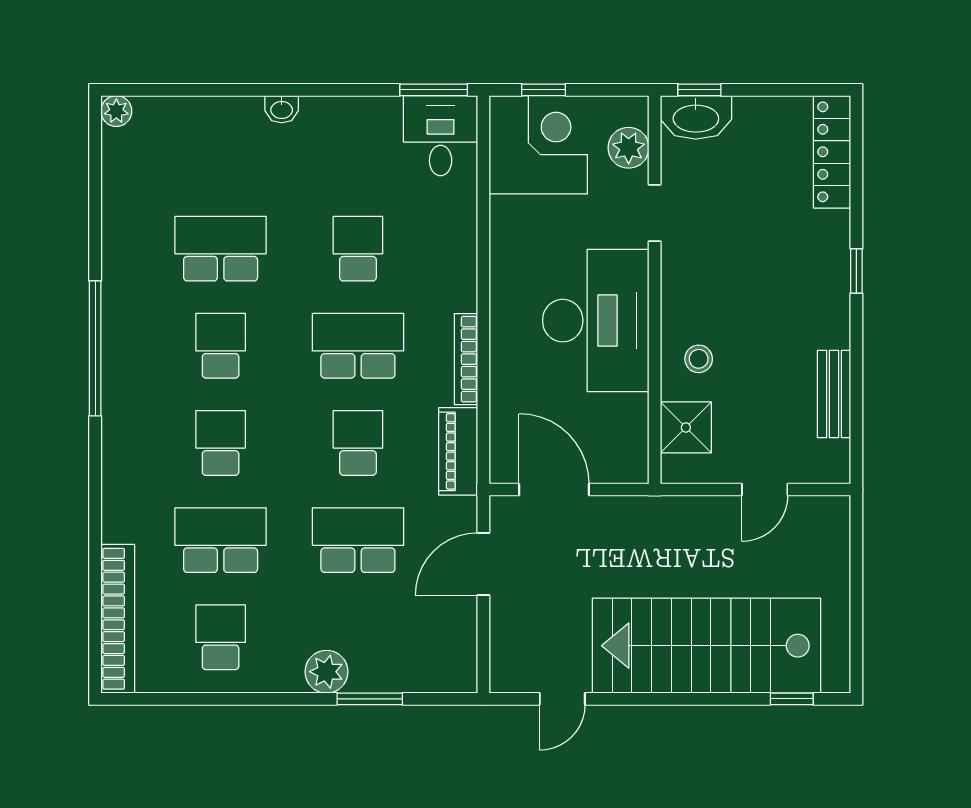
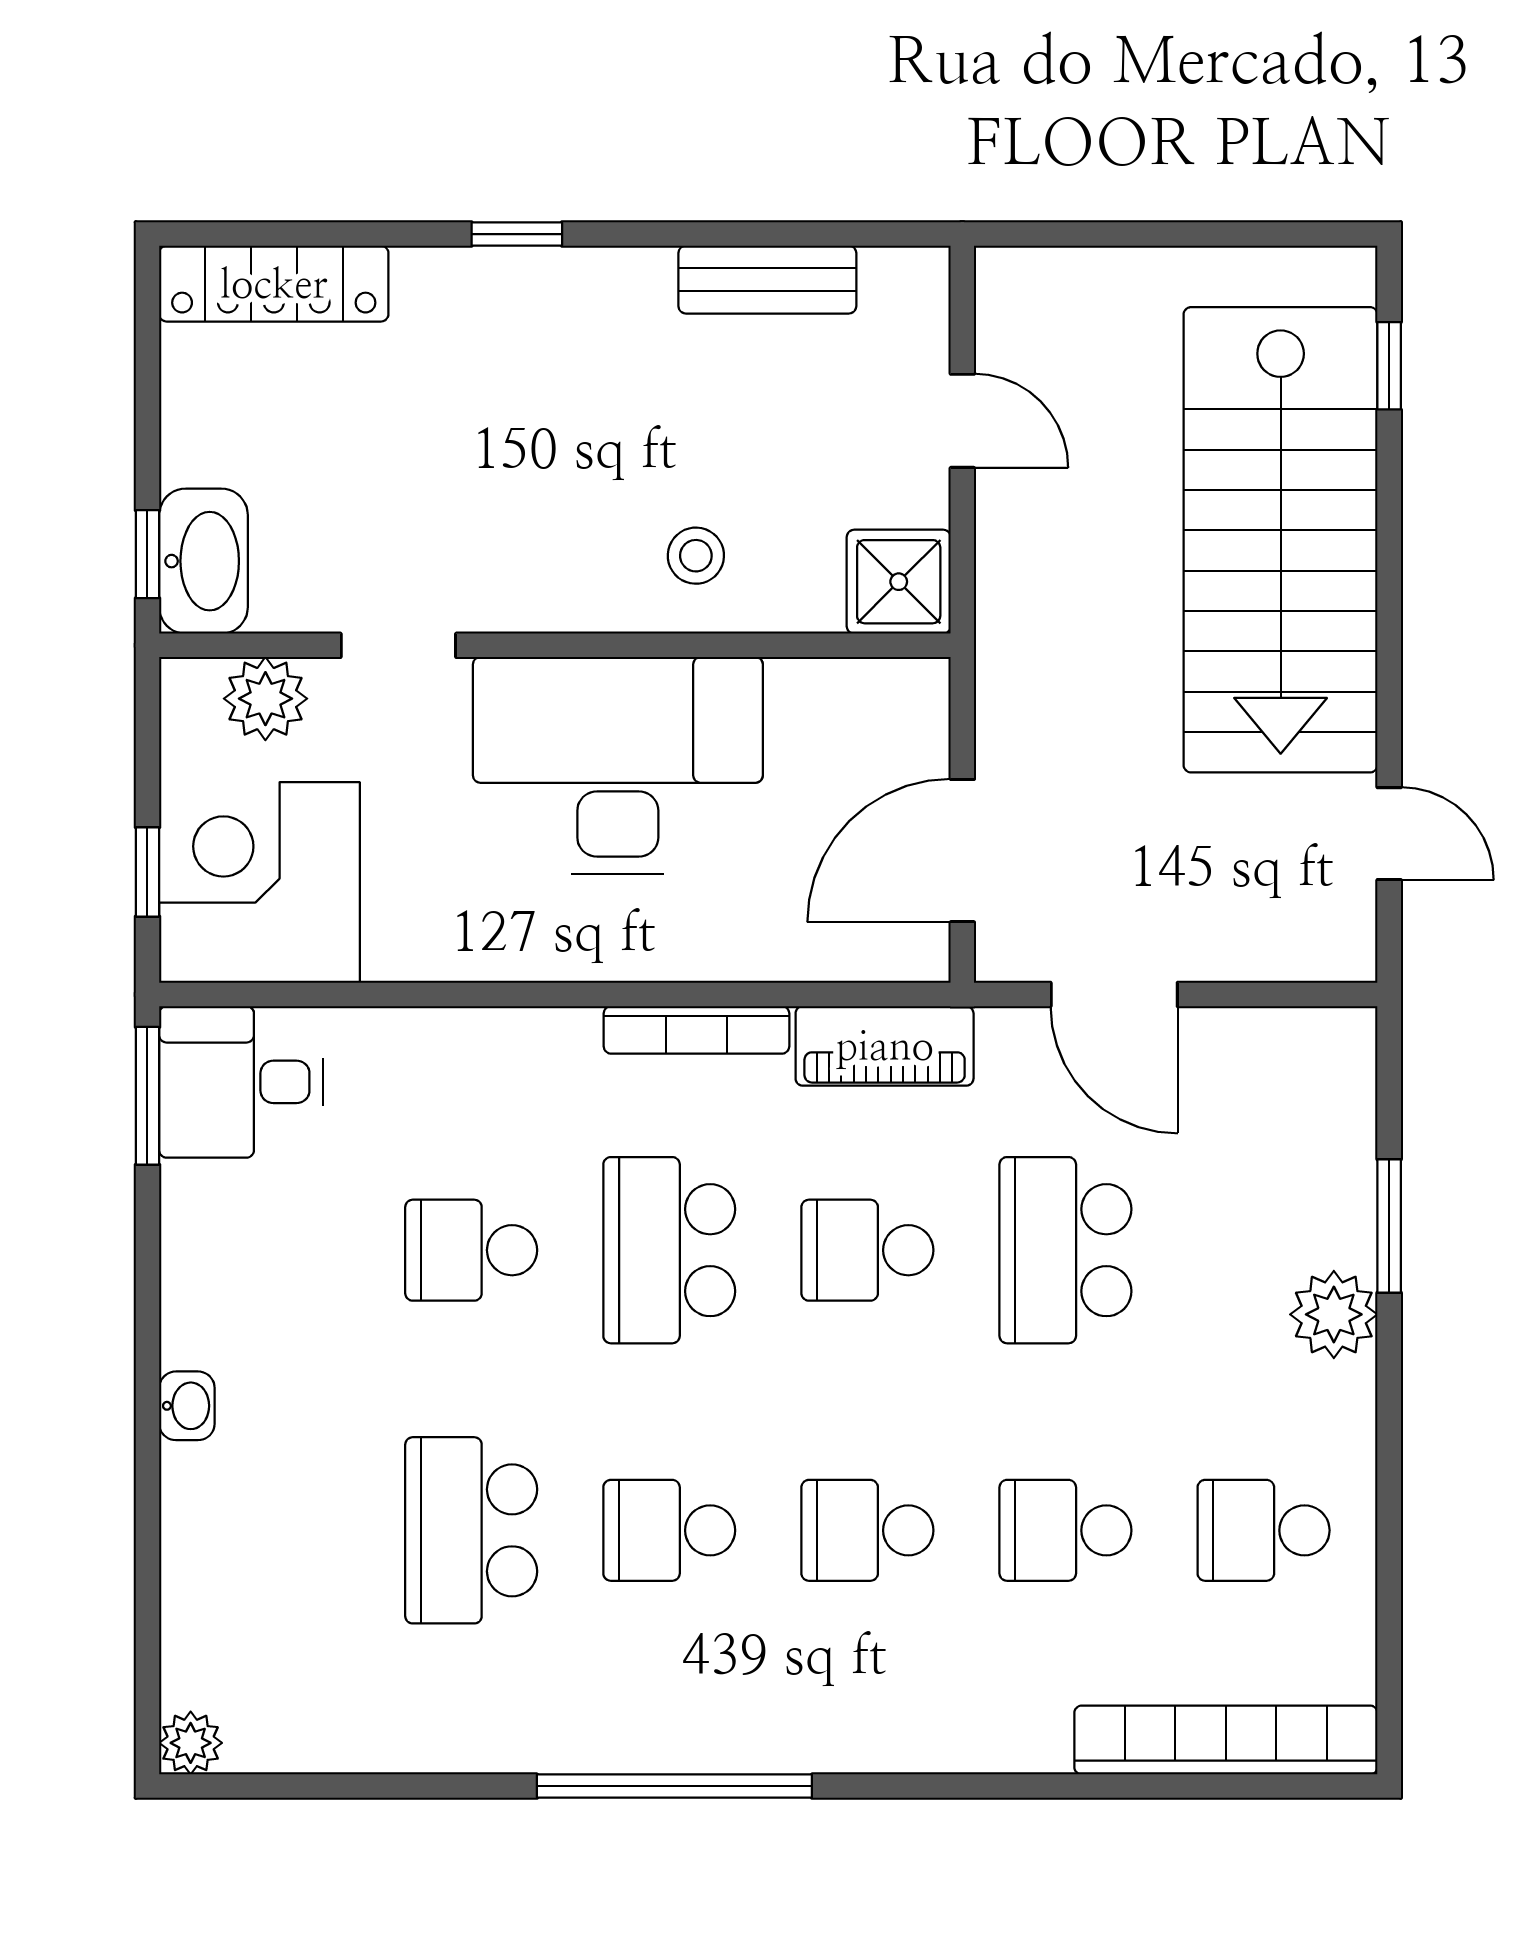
shower: (686, 427) -> (899, 582), moved
school desk: (221, 540) -> (1065, 1530), width x0.54

